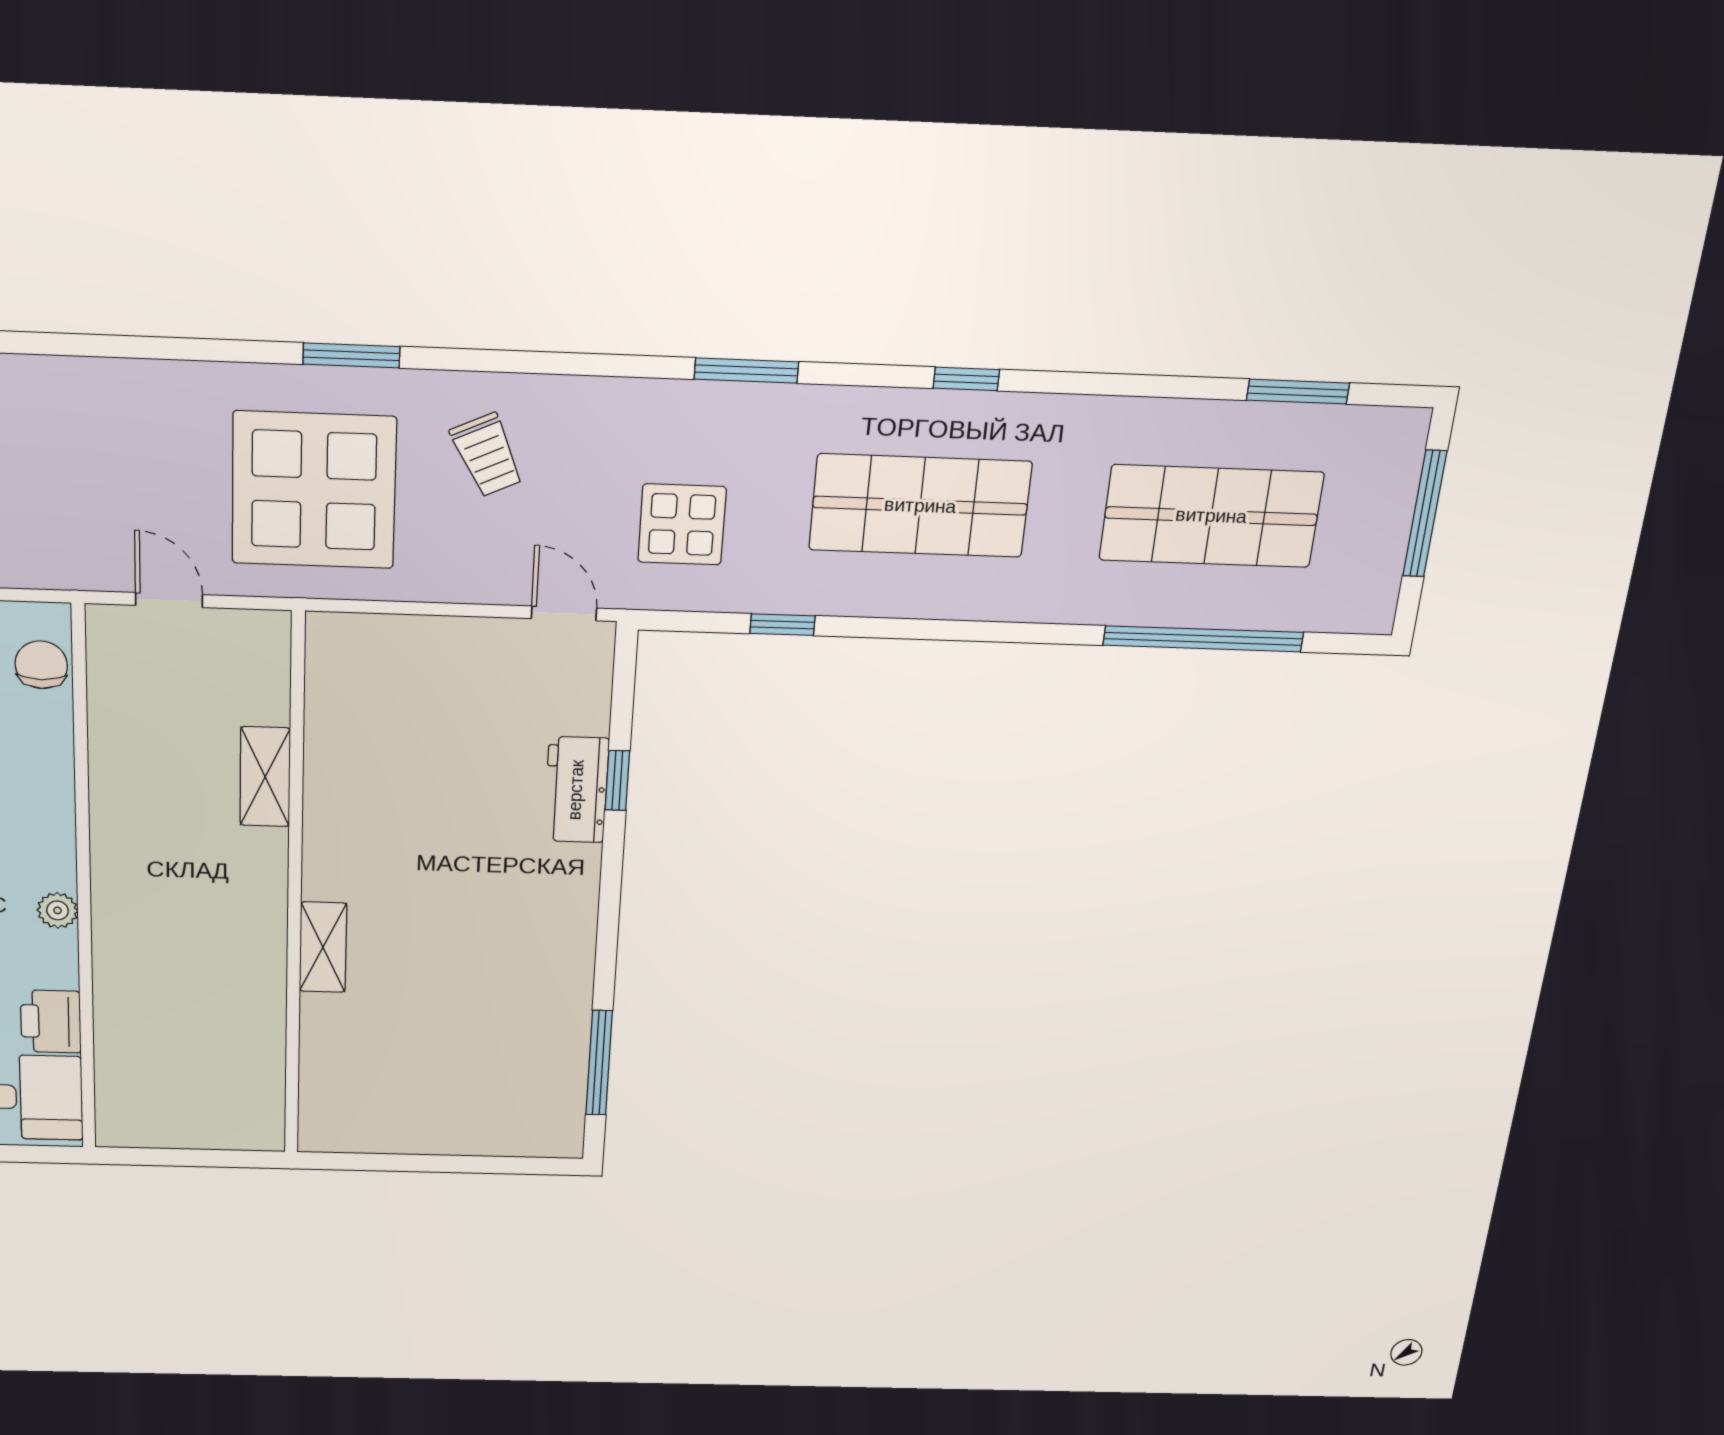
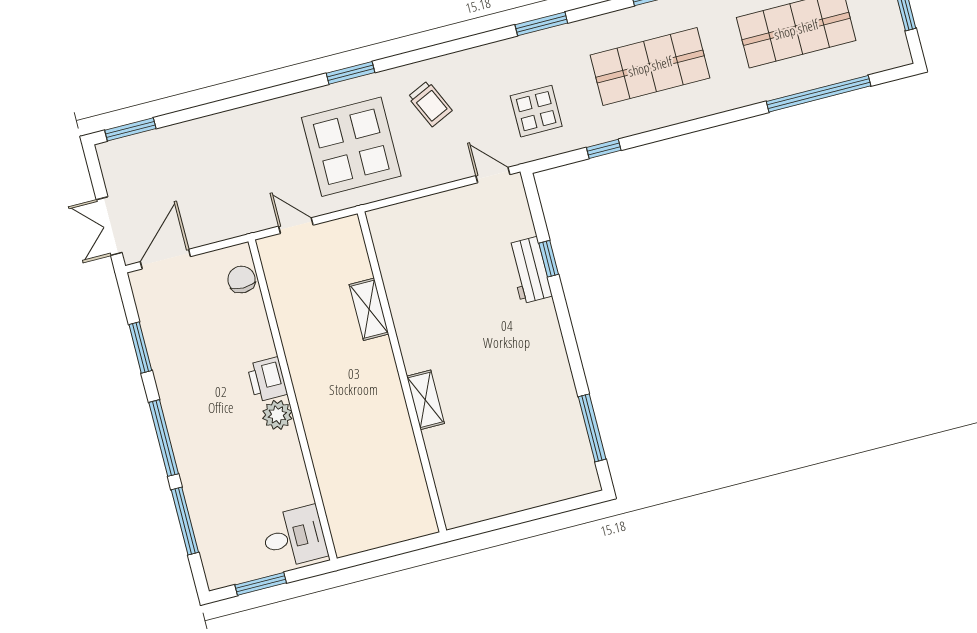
plant: (58, 910) -> (277, 415), width x1.38, depth x1.38
printer: (51, 1022) -> (267, 379), moved

